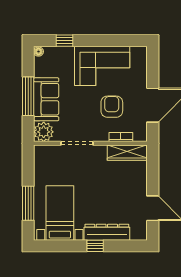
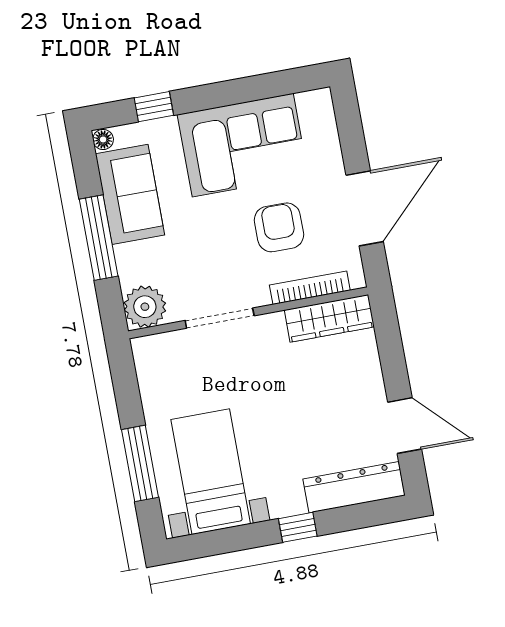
sofa: (46, 99) -> (130, 194), moved
bookcase: (121, 137) -> (310, 288), width x1.56
dresser: (107, 232) -> (354, 487), moved

